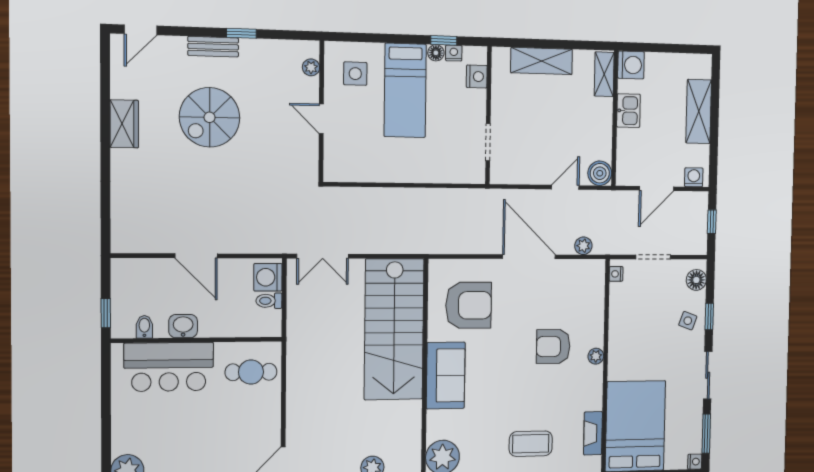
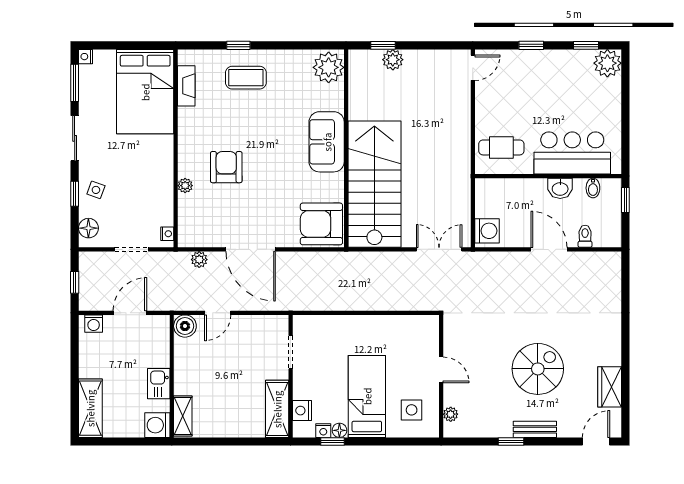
shelving: (542, 61) -> (277, 409), moved, turned 90
shelving: (699, 111) -> (90, 408), moved
wardrobe: (124, 124) -> (610, 387), moved
toilet: (269, 301) -> (585, 236), moved, turned -90
armchair: (469, 305) -> (321, 224), moved
armchair: (553, 346) -> (226, 167), turned -90
plant: (596, 356) -> (185, 186), moved

